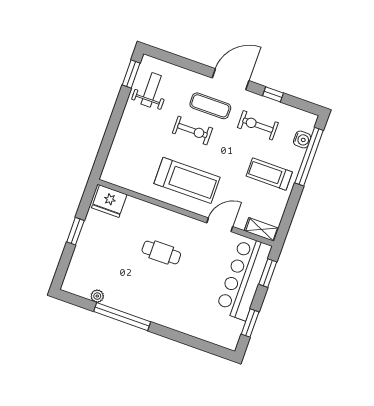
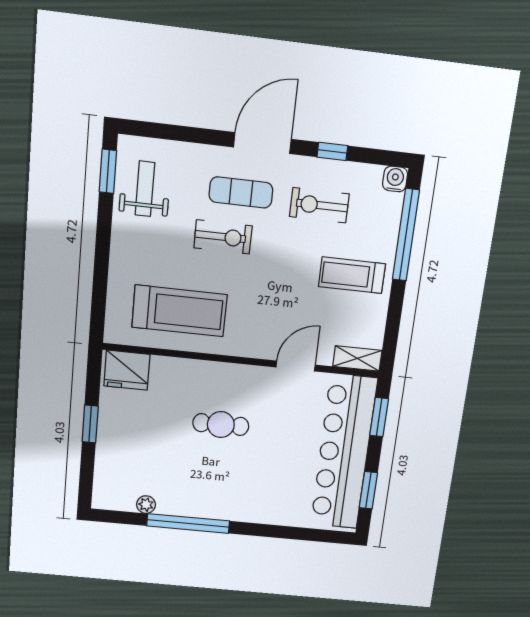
water cooler: (302, 140) -> (395, 179), moved, turned -90
treadmill: (187, 180) -> (179, 311), moved
bar counter: (244, 278) -> (344, 452), width x1.36

